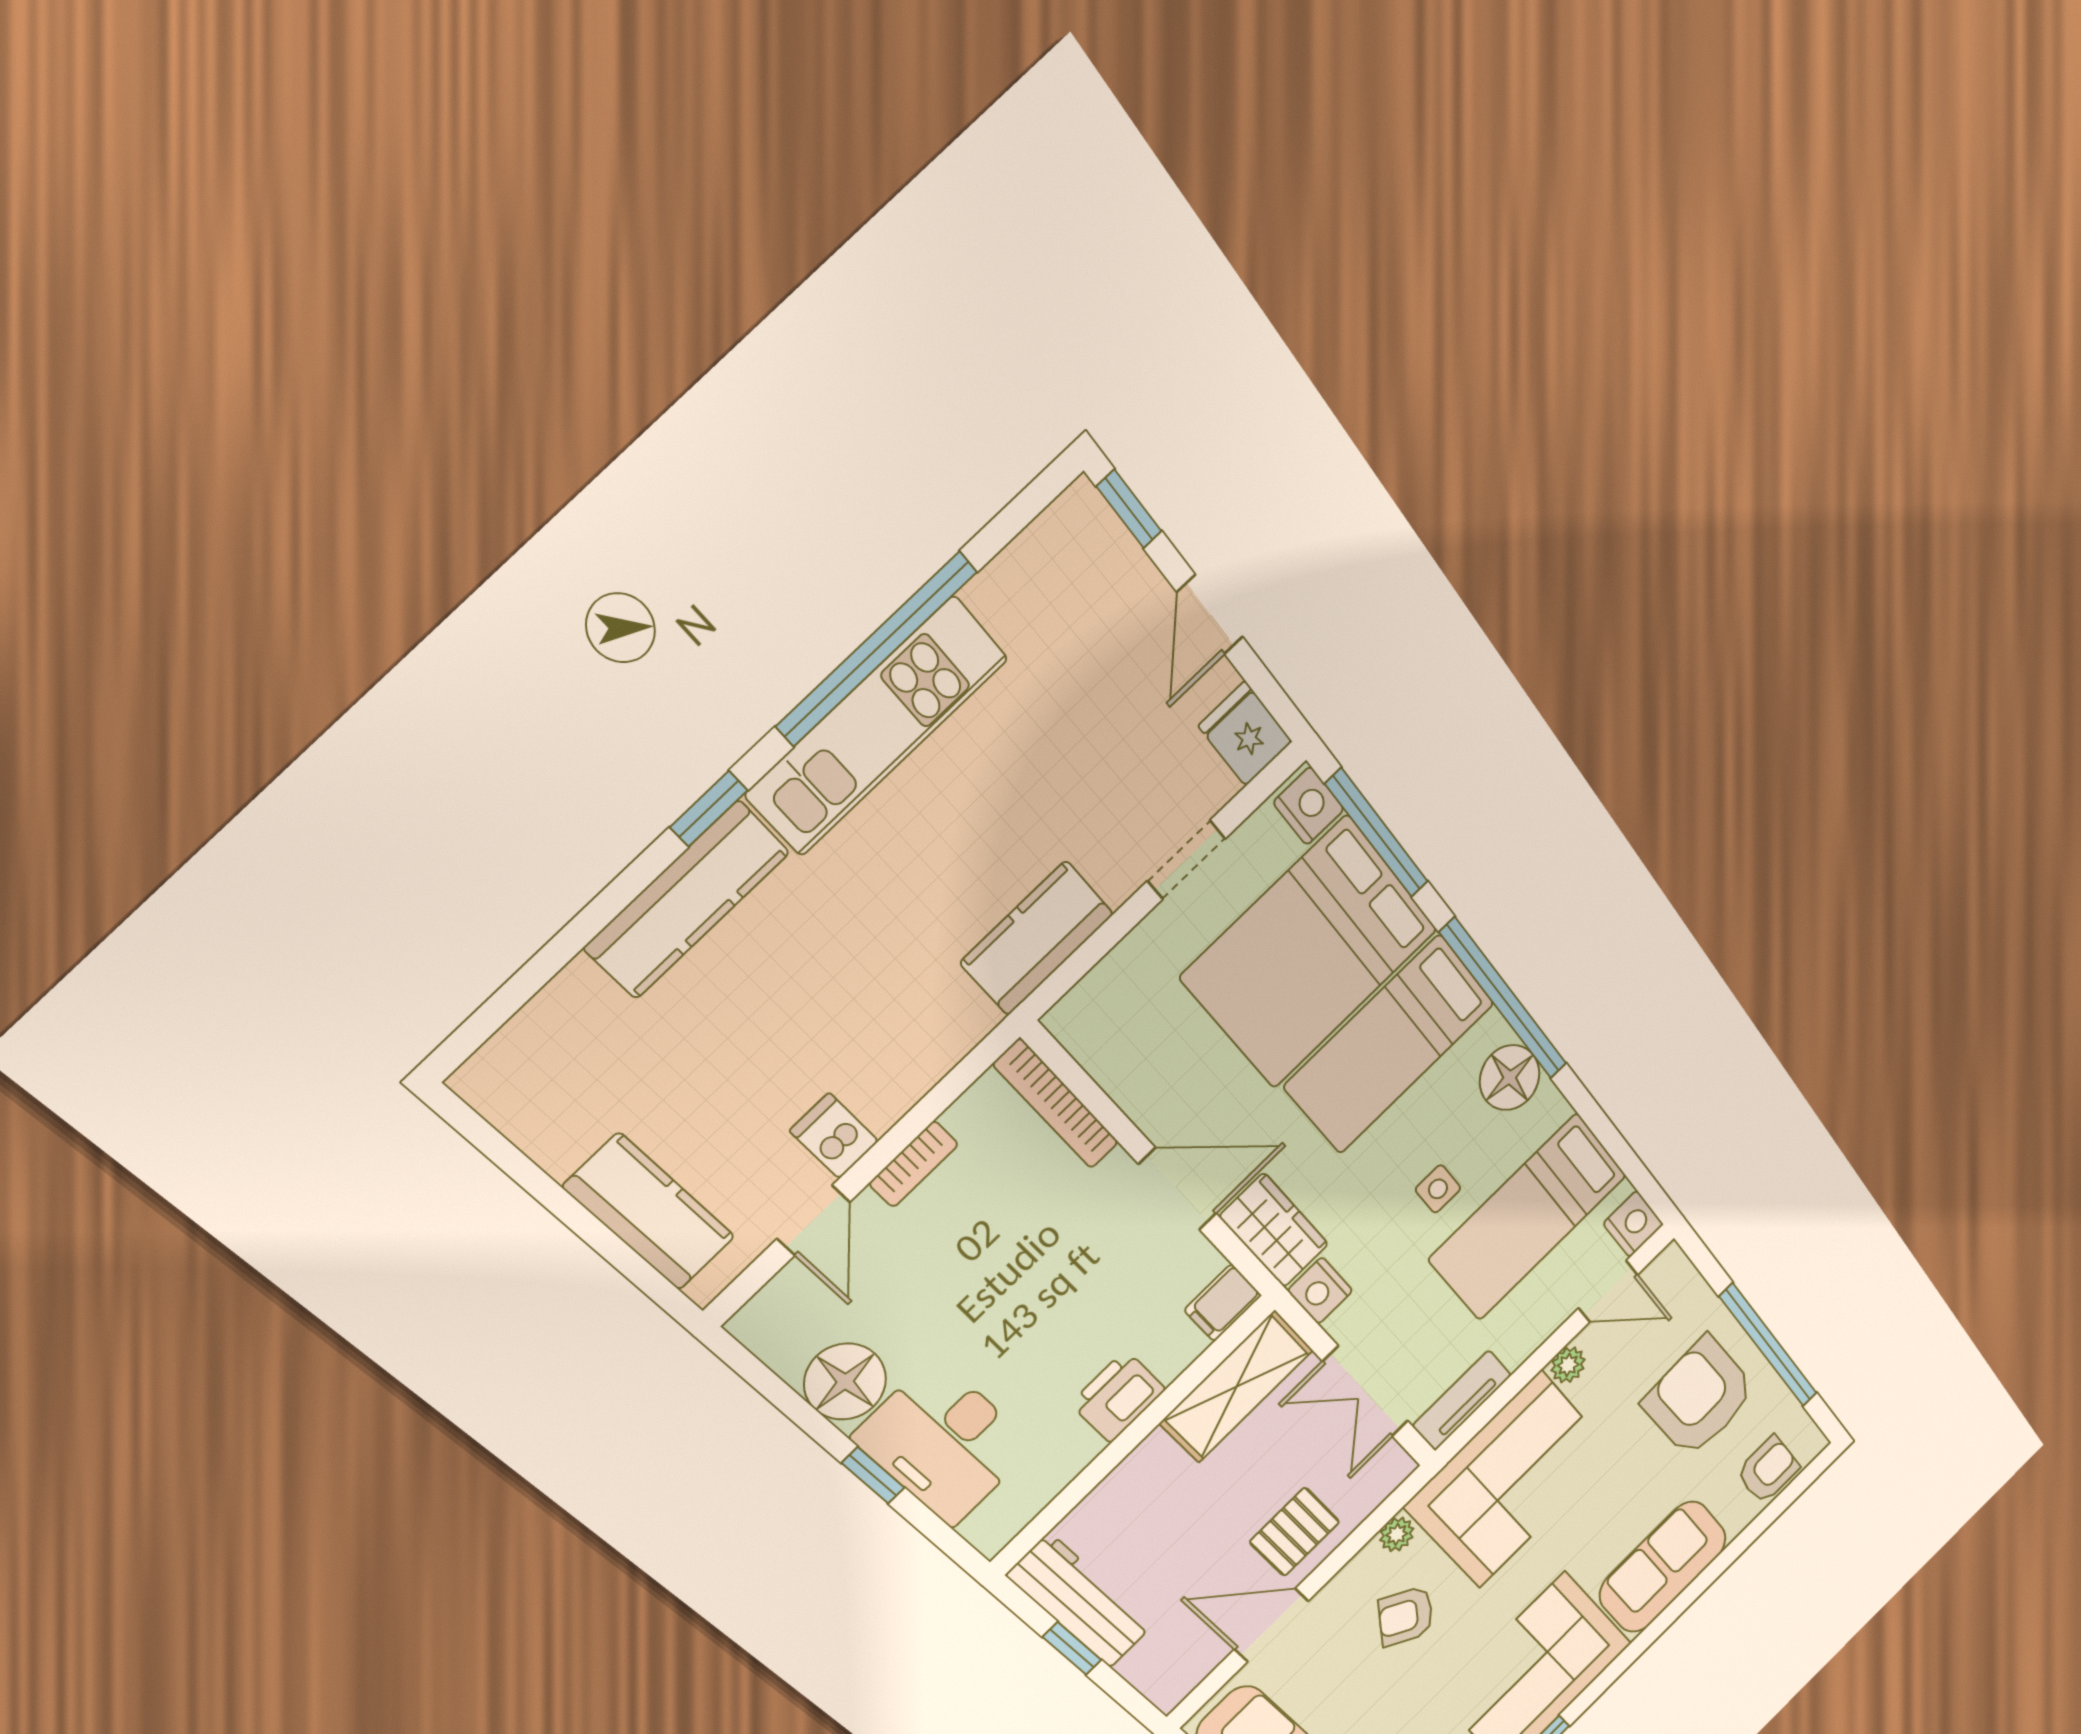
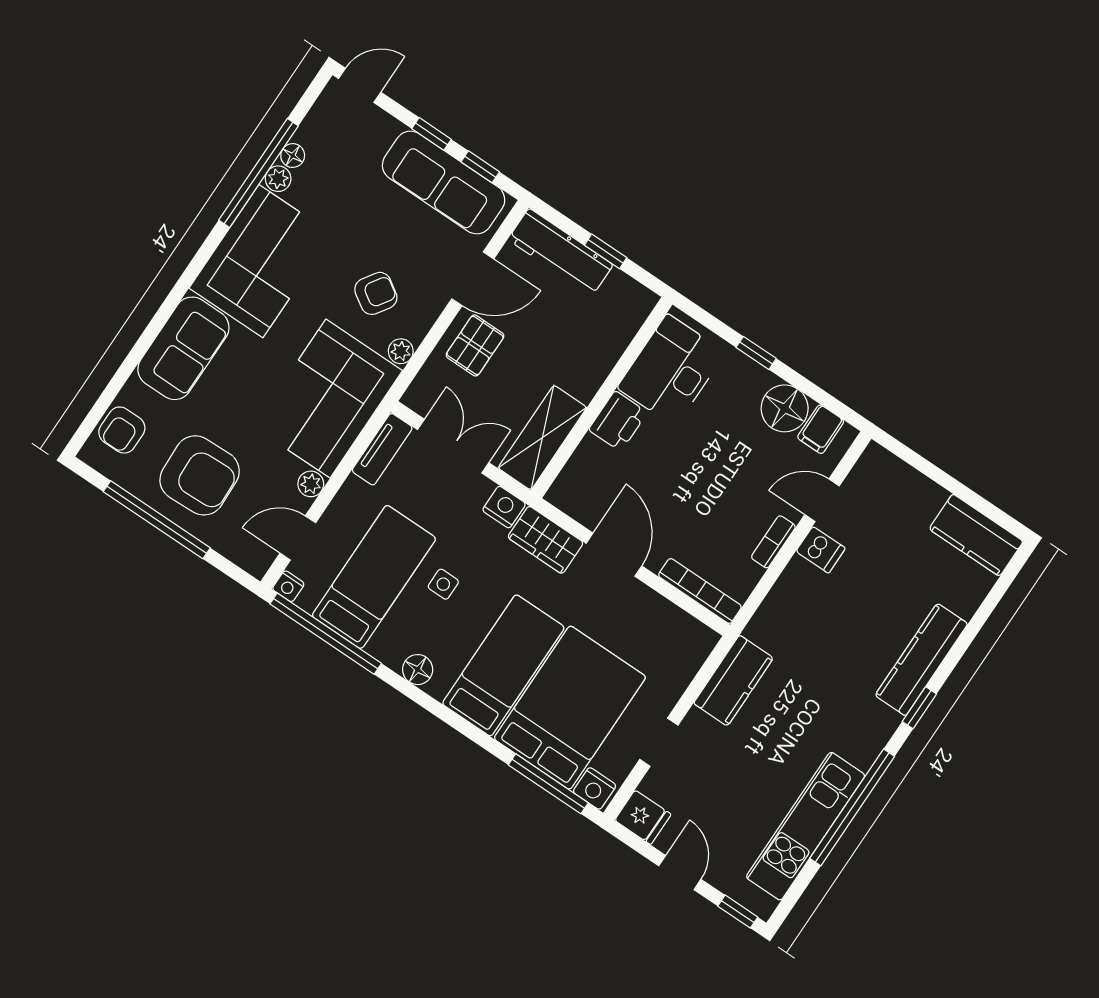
kitchen unit: (877, 726) -> (806, 826), moved
window: (1504, 999) -> (326, 634), moved
floor lamp: (1510, 1078) -> (418, 670), width x0.73, depth x0.73
door: (1178, 1189) -> (614, 555), swing flipped
kitchen counter: (649, 1212) -> (976, 535), moved
door: (813, 1220) -> (822, 500), hinge flipped
nightstand: (1633, 1224) -> (288, 586), width x0.72, depth x0.74
filing cabinet: (1223, 1303) -> (821, 429), moved, turned 180
desk: (944, 1442) -> (671, 370), moved, turned -90
workbench: (1080, 1601) -> (560, 252), moved

